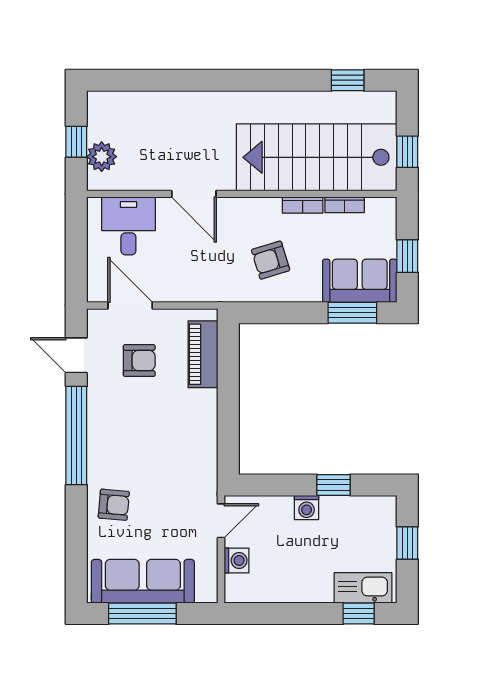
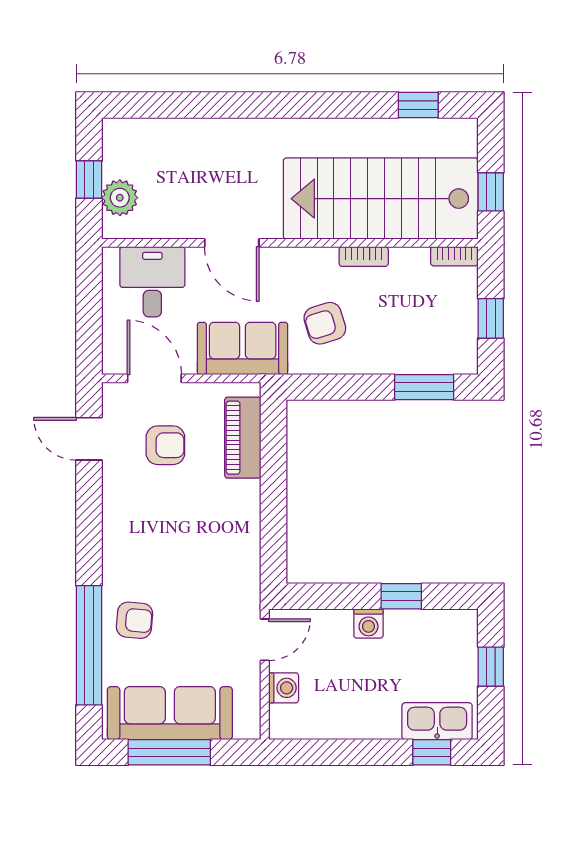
bookcase: (345, 205) -> (454, 256), moved
sofa: (360, 281) -> (243, 348), moved
window: (76, 436) -> (89, 645), moved

